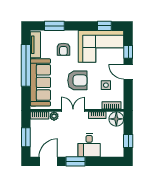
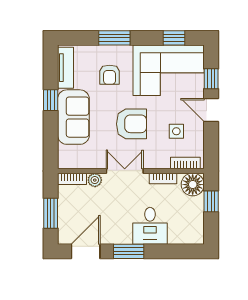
window: (54, 26) -> (114, 38), moved
window: (26, 65) -> (51, 100), width x0.32
sofa: (40, 82) -> (73, 117), width x0.73
window: (128, 141) -> (211, 201), moved

